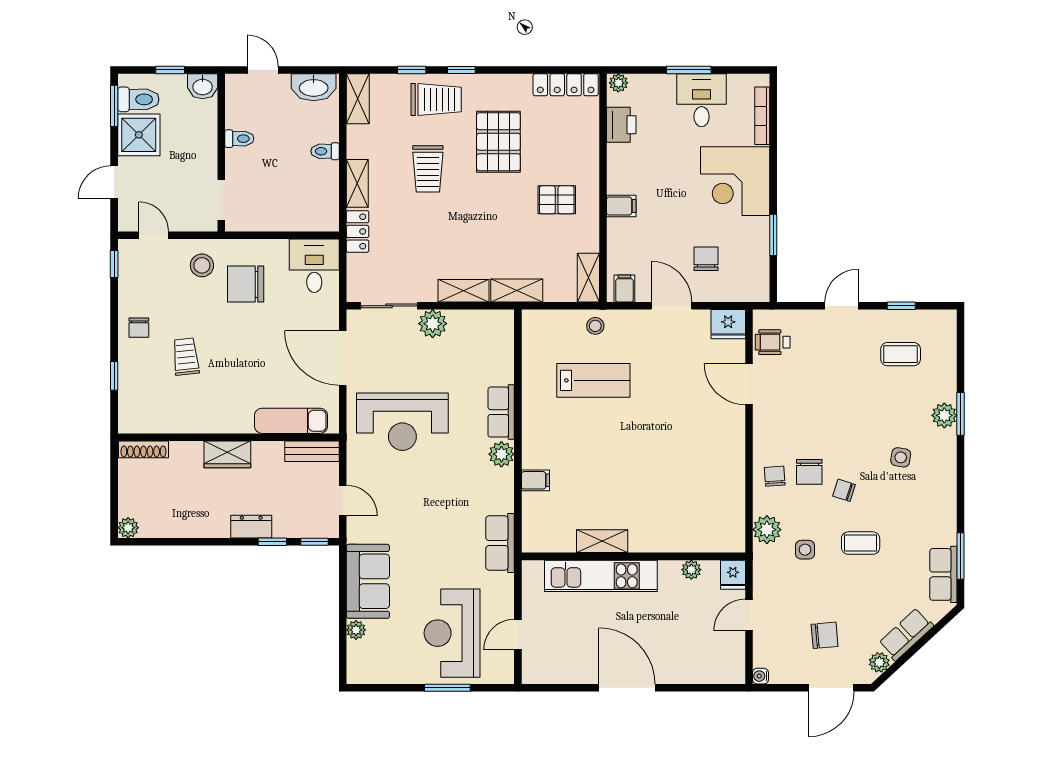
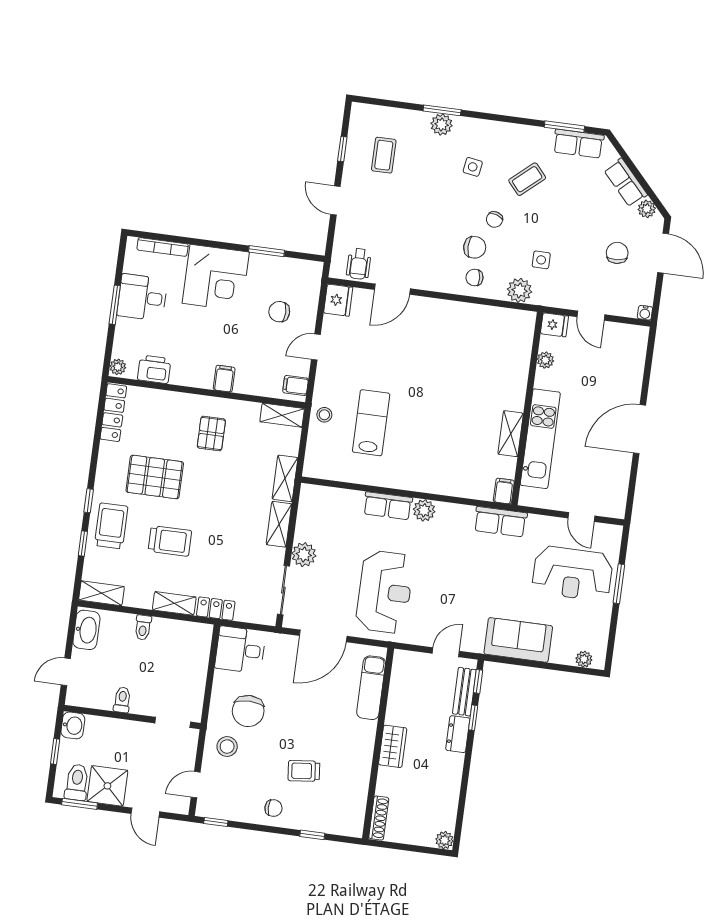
door: (671, 306) -> (316, 347), width x0.73
bench: (312, 451) -> (464, 692), moved
filing cabinet: (536, 480) -> (504, 491), moved
coffee table: (861, 543) -> (527, 179), moved, turned 49
plant: (356, 630) -> (584, 659), moved

